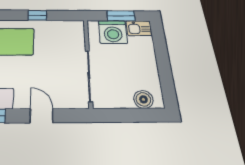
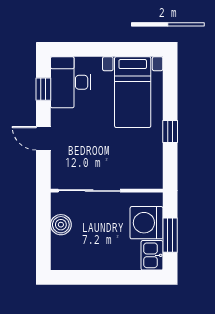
boiler: (143, 99) -> (61, 225), moved
door: (41, 116) -> (43, 138), swing flipped

